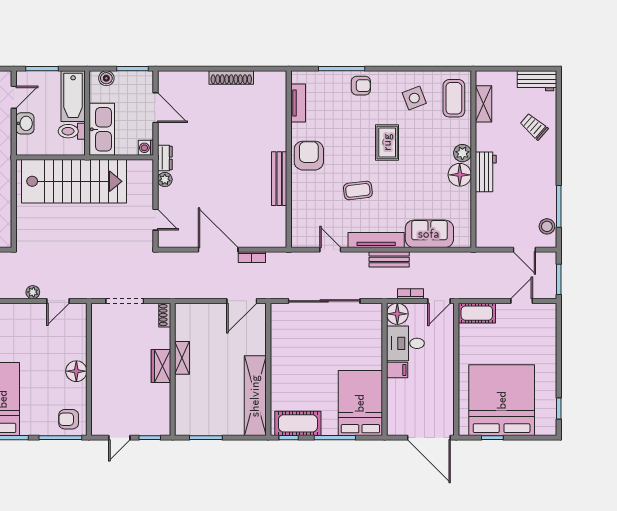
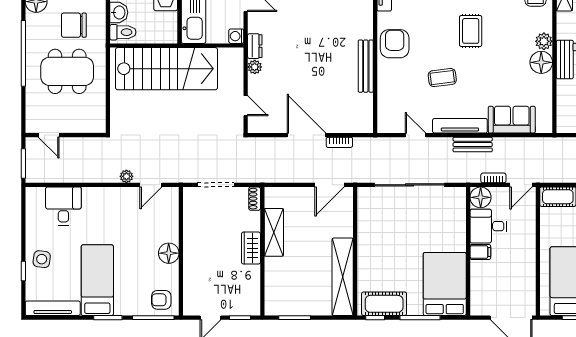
toilet: (72, 131) -> (123, 32), moved, turned 180
shelving: (182, 358) -> (274, 232), width x1.50, depth x1.33

